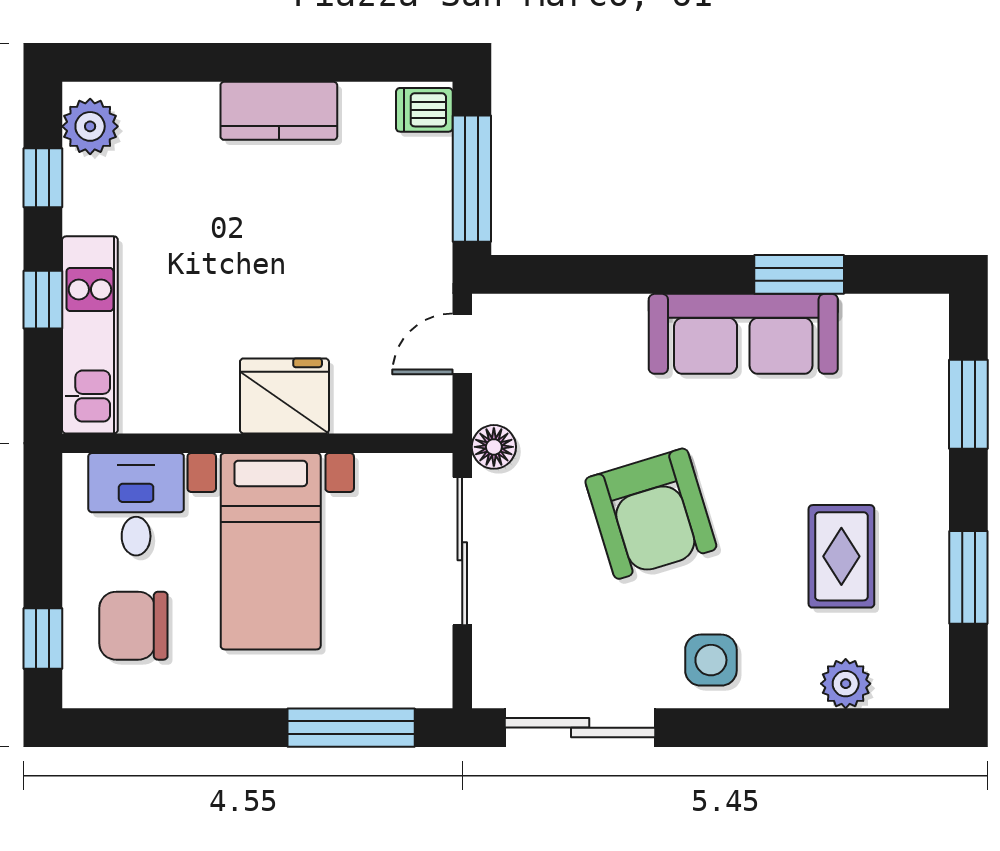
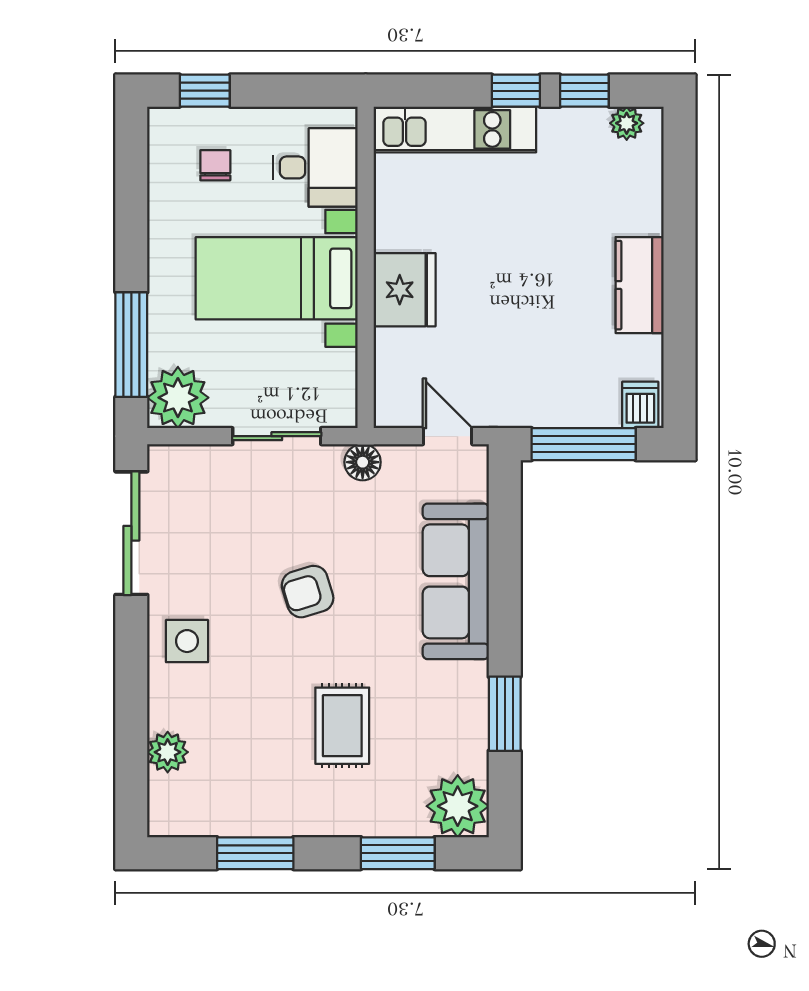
plant: (90, 126) -> (627, 123), width x0.73, depth x0.73
window: (43, 300) -> (516, 91), moved
plant: (911, 332) -> (458, 806), added
sofa: (743, 334) -> (456, 581), moved
armchair: (651, 514) -> (308, 592), width x0.53, depth x0.53
sliding door: (462, 551) -> (277, 436), width x0.73
rug: (841, 556) -> (342, 726), moved, turned 90
chair: (133, 626) -> (215, 165), width x0.54, depth x0.54
plant: (415, 671) -> (178, 398), added

